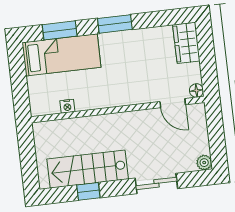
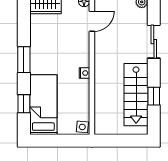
window: (60, 30) -> (24, 104), width x0.67
nightstand: (67, 106) -> (84, 73), moved
side table: (39, 107) -> (82, 127), added

